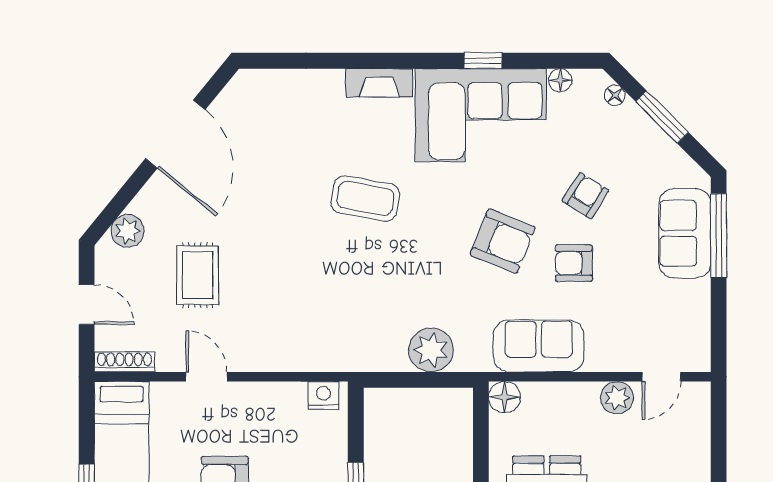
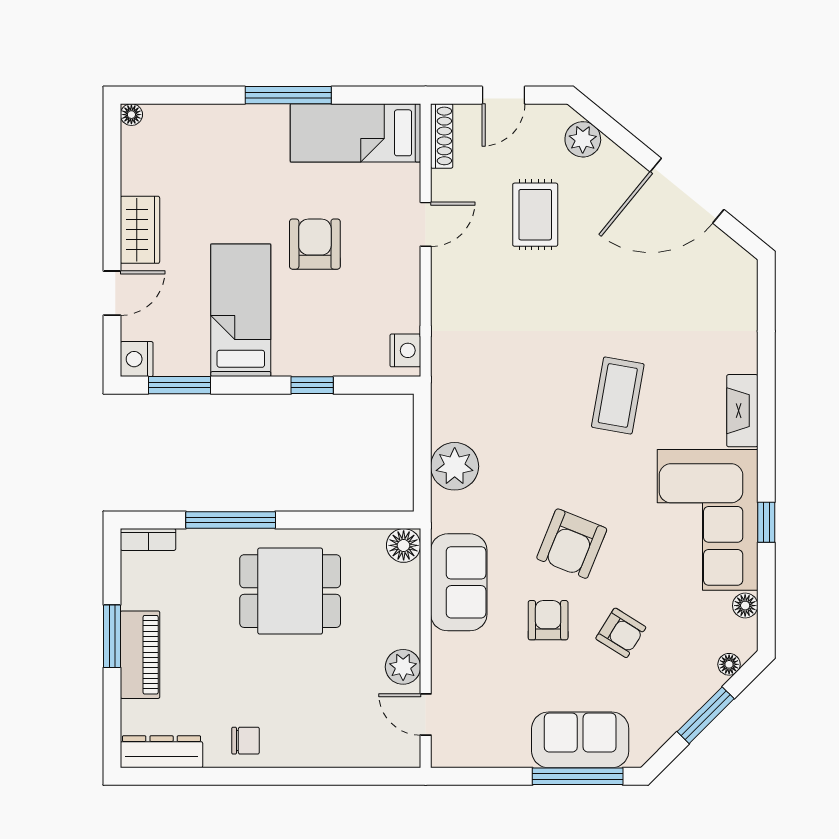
rug: (198, 275) -> (535, 215), turned 90

